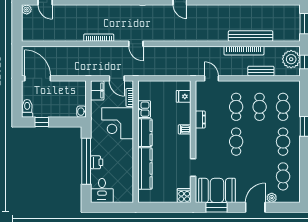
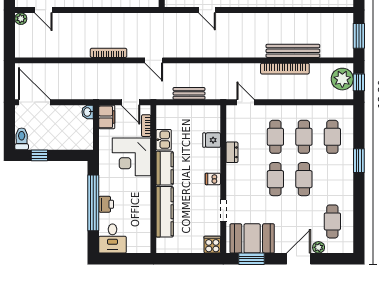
bench: (261, 71) -> (189, 93), moved
fridge: (184, 96) -> (212, 140), moved
washbasin: (82, 112) -> (88, 112), moved
dishwasher: (185, 129) -> (213, 179), moved
cafe table: (283, 142) -> (304, 179), moved

